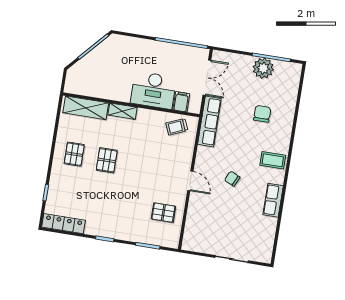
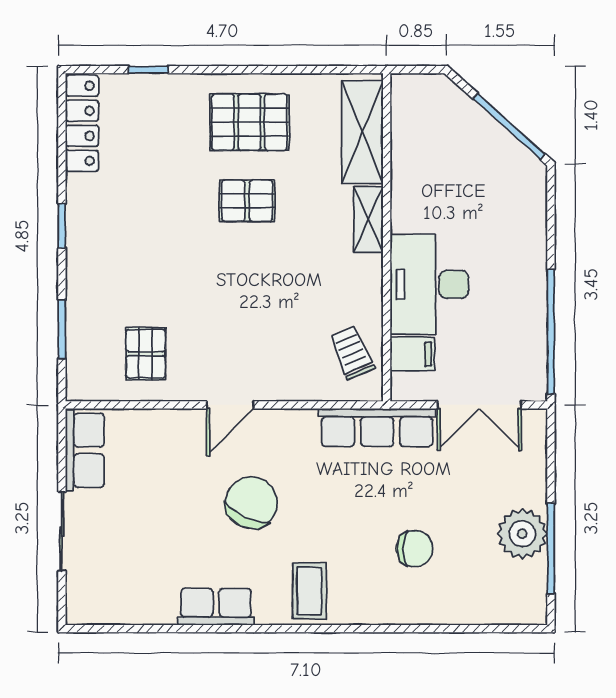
pallet: (74, 154) -> (249, 122), width x1.50, depth x1.42
chair: (232, 179) -> (251, 503), width x1.87, depth x1.87
row of seats: (199, 244) -> (85, 450), added

